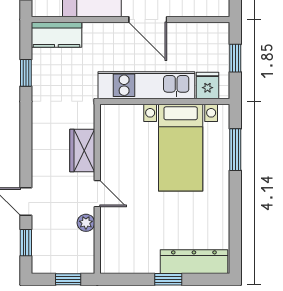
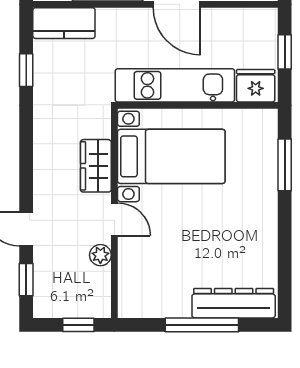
fridge: (207, 86) -> (256, 86), width x1.38
bed with nightstands: (181, 148) -> (171, 156), moved, turned -90
window: (168, 279) -> (202, 325), width x2.17

